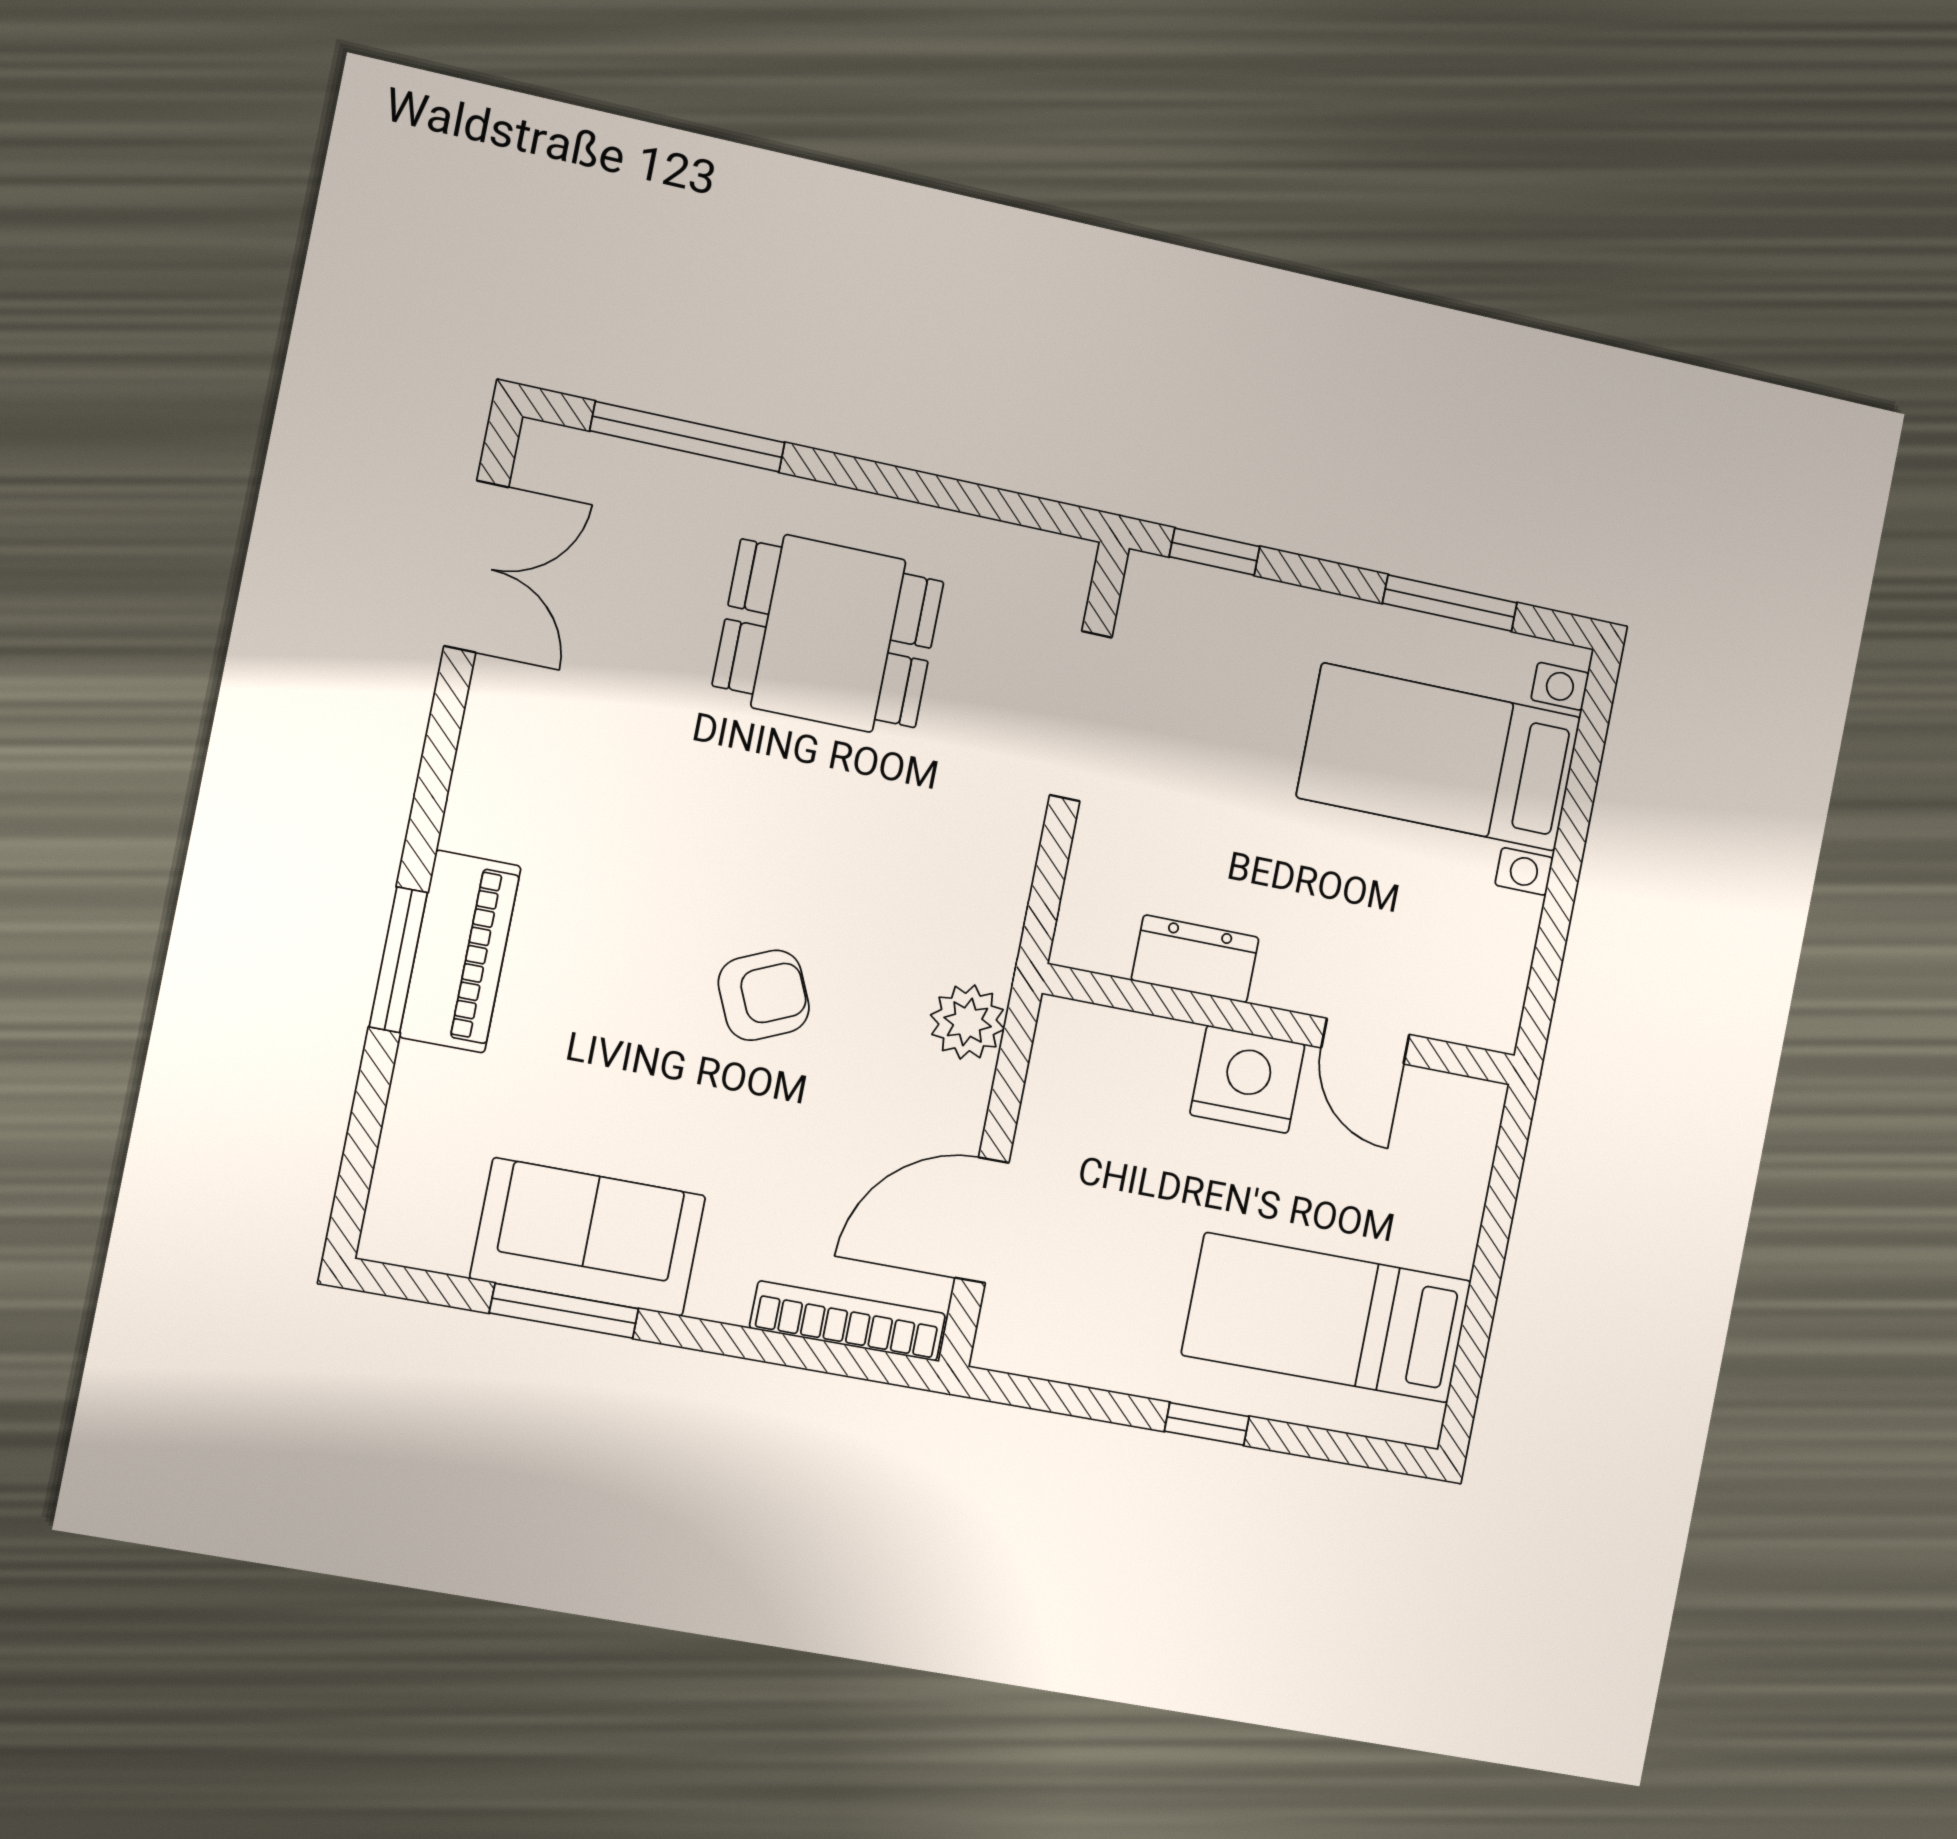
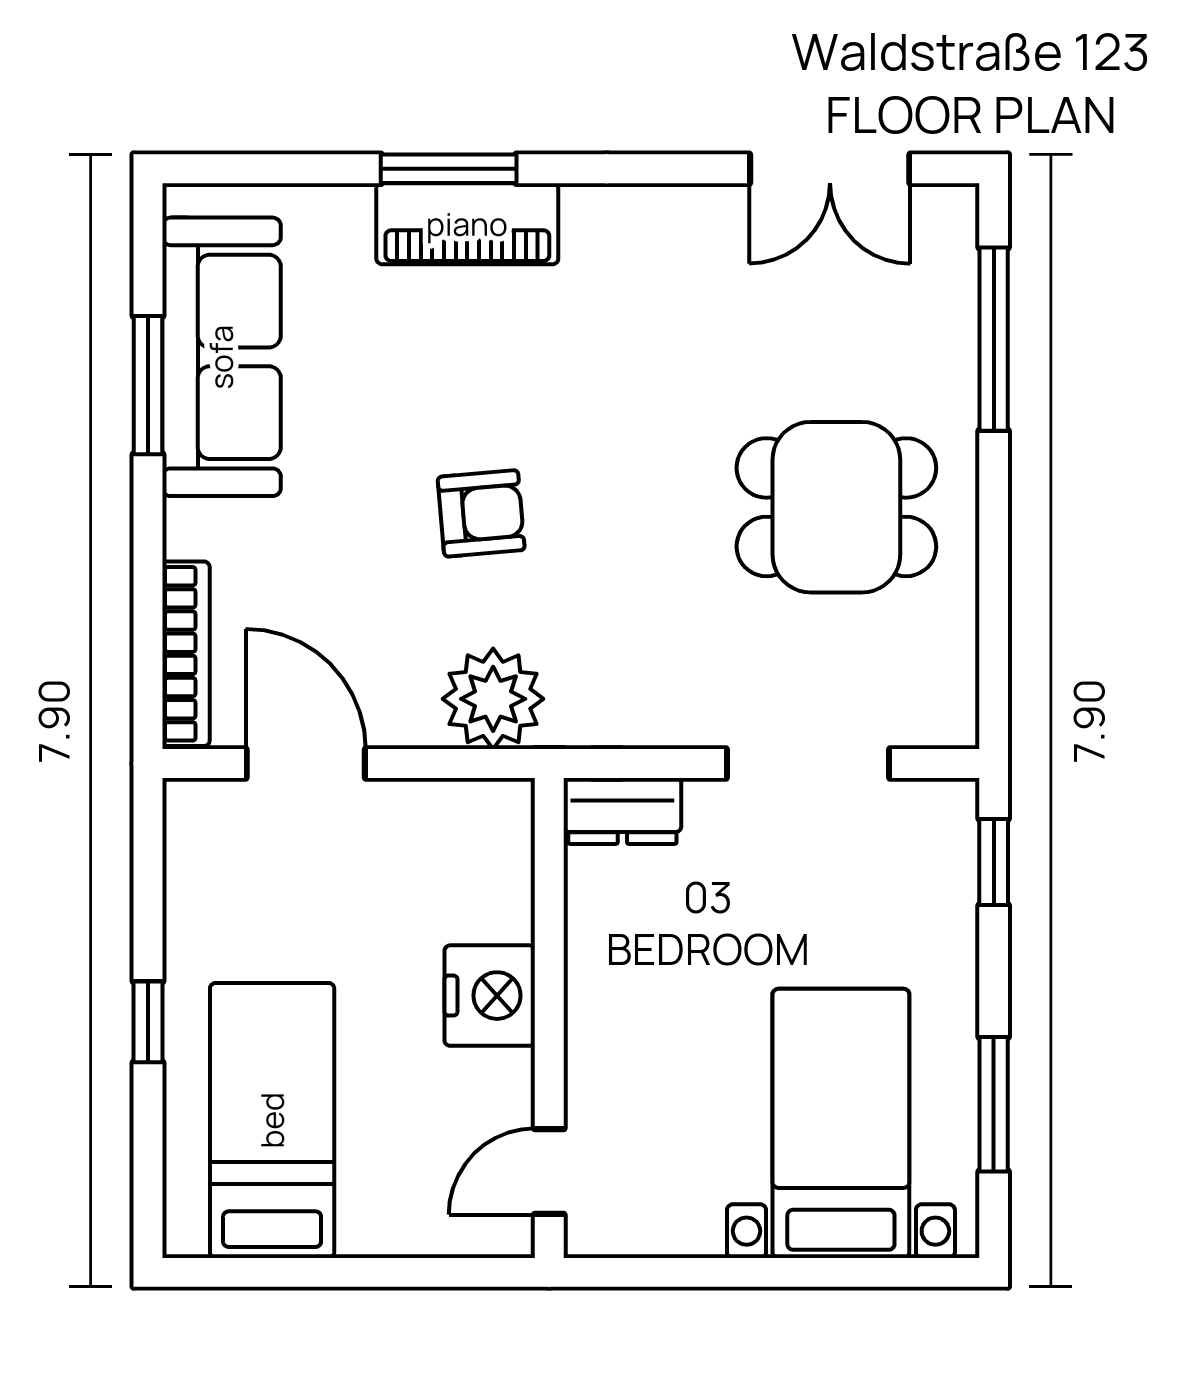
dining table: (828, 634) -> (836, 507), turned 90
dresser: (1195, 959) -> (622, 811), moved, turned 90
armchair: (764, 995) -> (481, 513), turned -71
plant: (968, 1022) -> (493, 699), width x1.36, depth x1.36
door: (1365, 1041) -> (549, 1172), moved
sofa: (588, 1237) -> (221, 357), width x1.36

